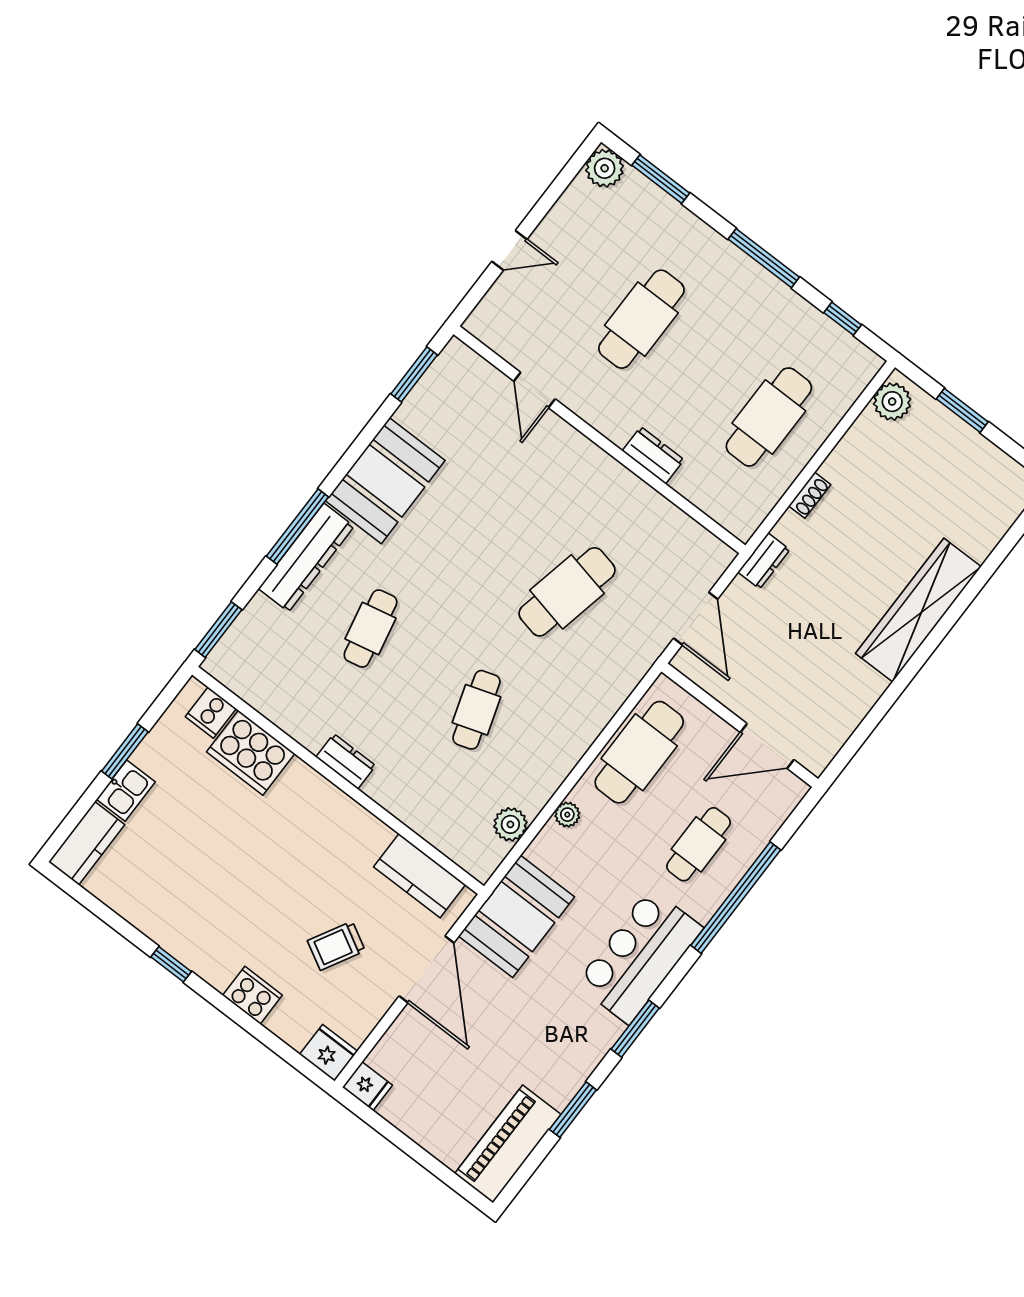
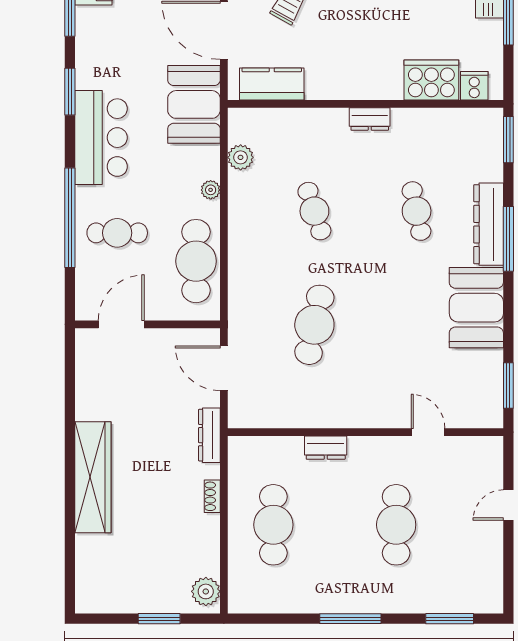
plant: (605, 168) -> (489, 599), removed
window: (843, 319) -> (274, 619), removed
dresser: (764, 561) -> (209, 435), width x1.44
cafe table: (699, 844) -> (117, 233), turned 90

